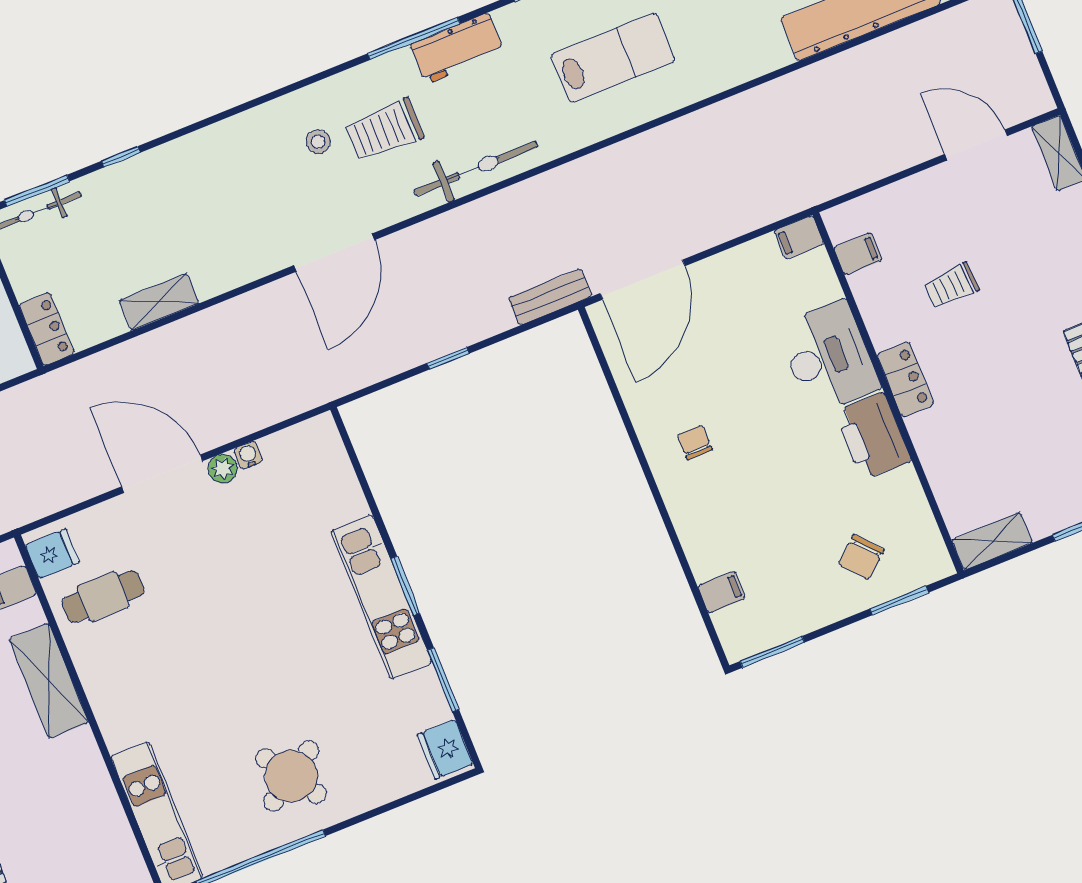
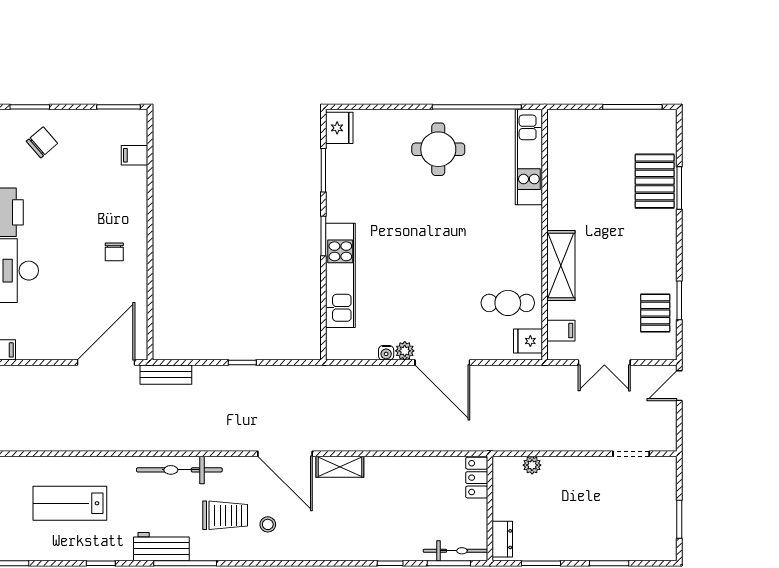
door: (334, 253) -> (285, 454), swing flipped
shelving: (159, 302) -> (340, 467), moved
kitchen unit: (381, 597) -> (340, 275), moved
round table: (291, 776) -> (438, 149), turned 33

